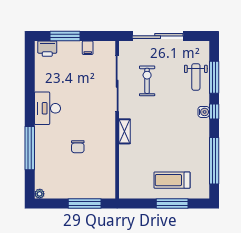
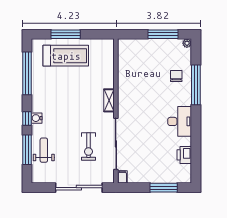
filing cabinet: (88, 48) -> (122, 177), moved
printer: (47, 49) -> (184, 155), moved, turned -90
chair: (78, 147) -> (176, 76), moved
treadmill: (172, 180) -> (66, 56), width x1.37, depth x1.38
window: (85, 204) -> (163, 34), moved

